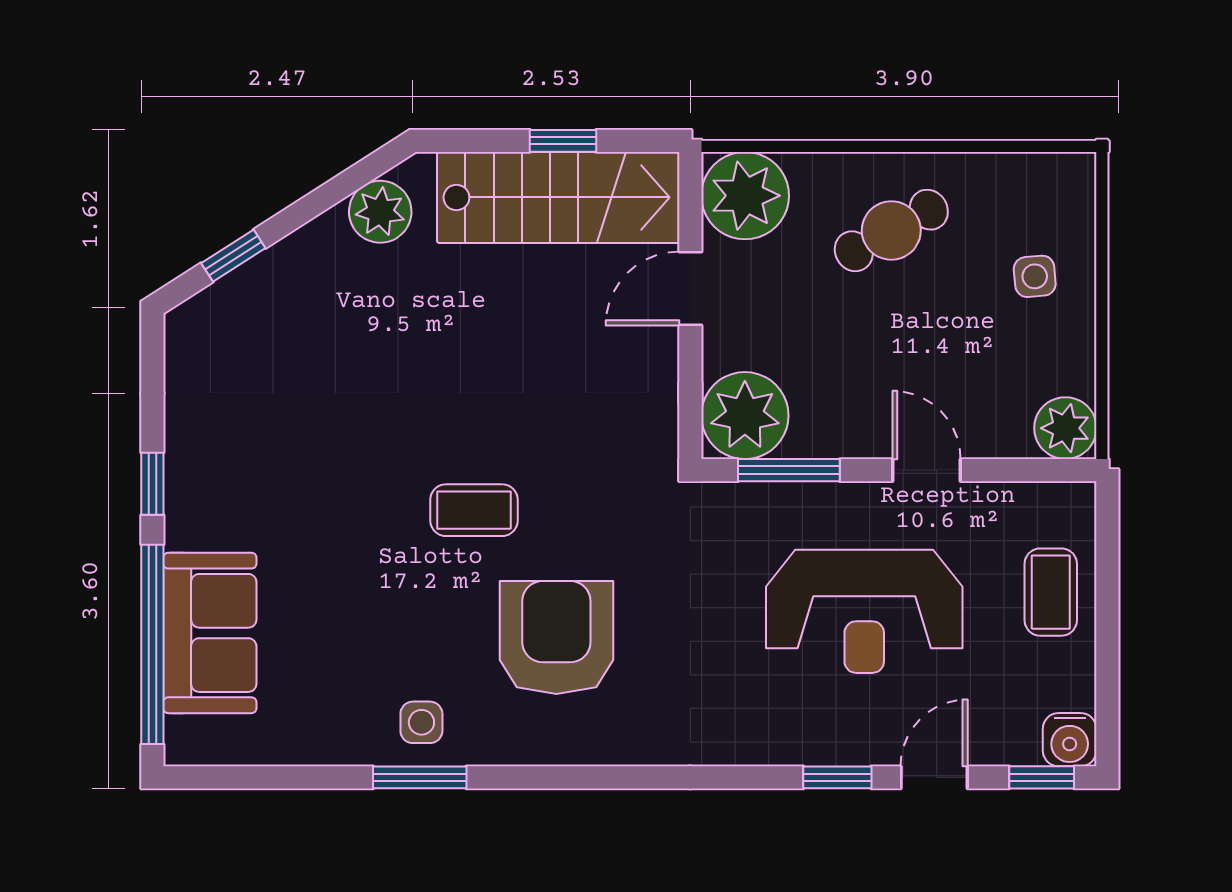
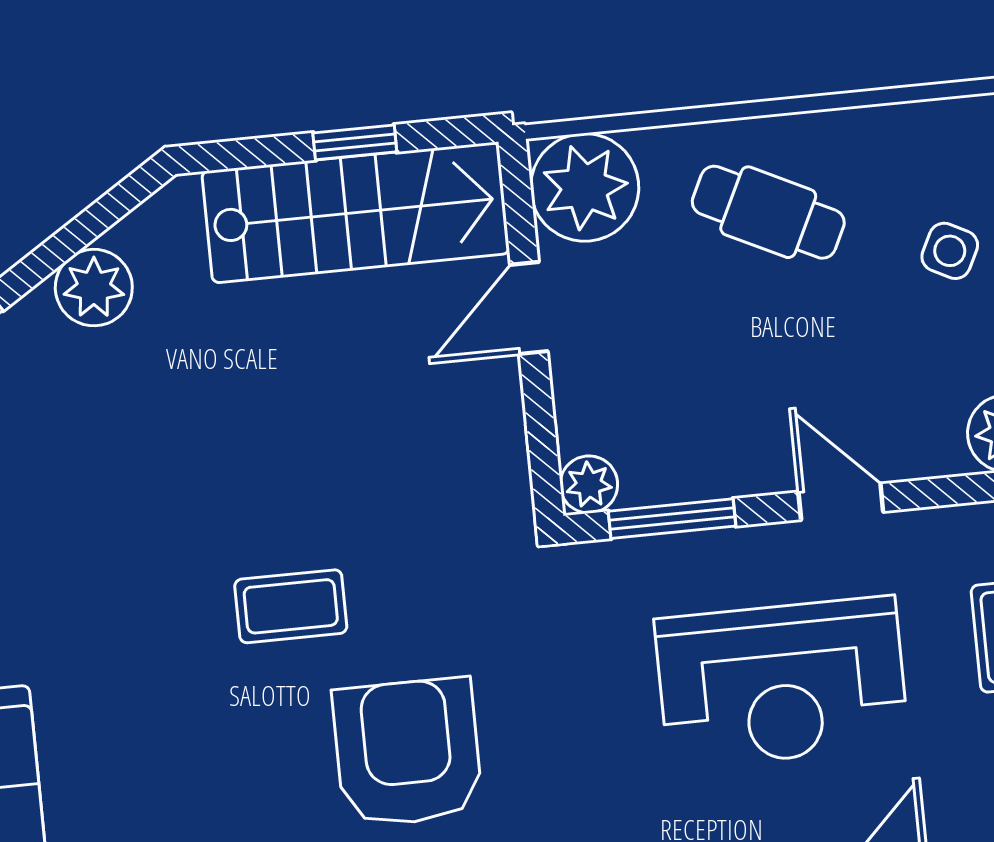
plant: (380, 212) -> (94, 288), moved
cafe table: (891, 230) -> (768, 212), turned 55
side table: (1035, 276) -> (950, 251), turned 32
plant: (745, 416) -> (589, 484), width x0.53, depth x0.53

